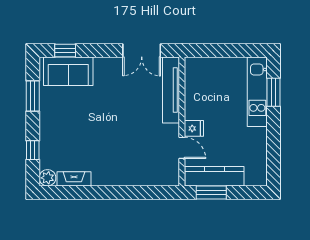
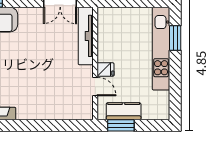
kitchen unit: (257, 92) -> (161, 49), width x1.36
kitchen counter: (214, 176) -> (124, 111), width x0.67

